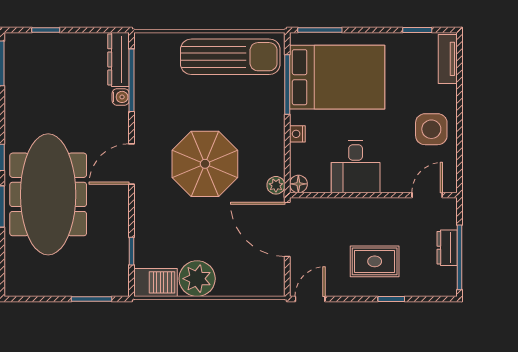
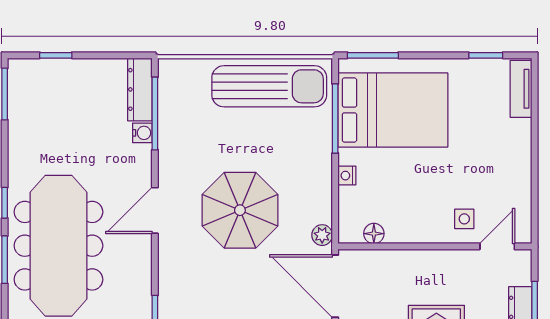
side table: (431, 129) -> (464, 219), moved, width x0.54, depth x0.54
desk: (356, 167) -> (414, 213), removed
floor lamp: (298, 184) -> (374, 234), moved

